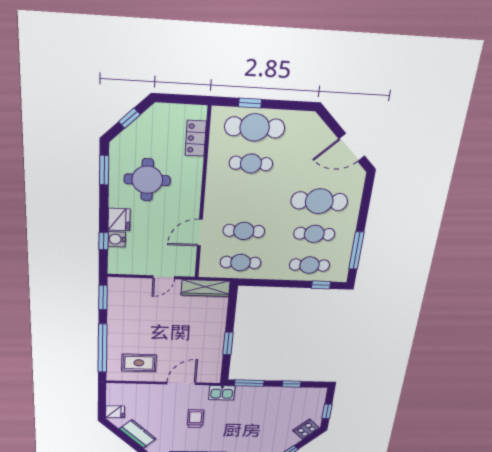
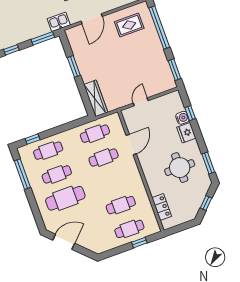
cafe table: (255, 127) -> (129, 229), width x0.73, depth x0.74
wardrobe: (206, 288) -> (96, 98), moved, turned 90

